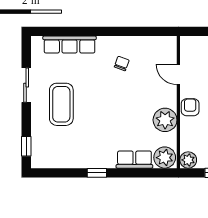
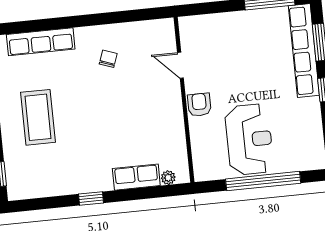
plant: (165, 120) -> (170, 124), removed
plant: (165, 158) -> (168, 178), width x0.53, depth x0.53
plant: (188, 160) -> (204, 171), removed

